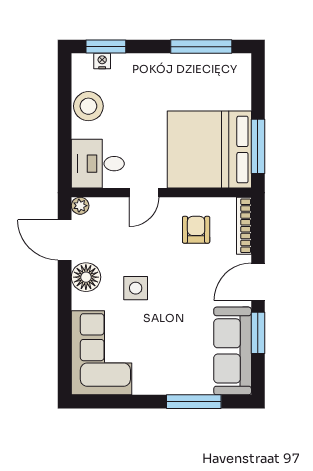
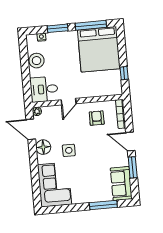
window: (106, 47) -> (58, 28), moved
window: (258, 146) -> (124, 73), width x0.46
bed: (209, 150) -> (99, 49), moved, turned -90
door: (258, 282) -> (130, 141), hinge flipped
sofa: (233, 351) -> (121, 184), width x0.73

